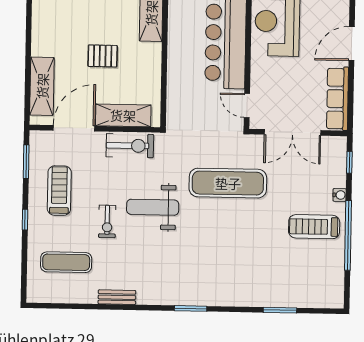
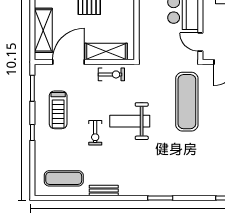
exercise bike: (130, 146) -> (111, 74), width x0.73, depth x0.72
exercise mat: (228, 183) -> (187, 102), turned 90
treadmill: (59, 191) -> (58, 110), turned 180
exercise mat: (66, 262) -> (64, 178), moved

